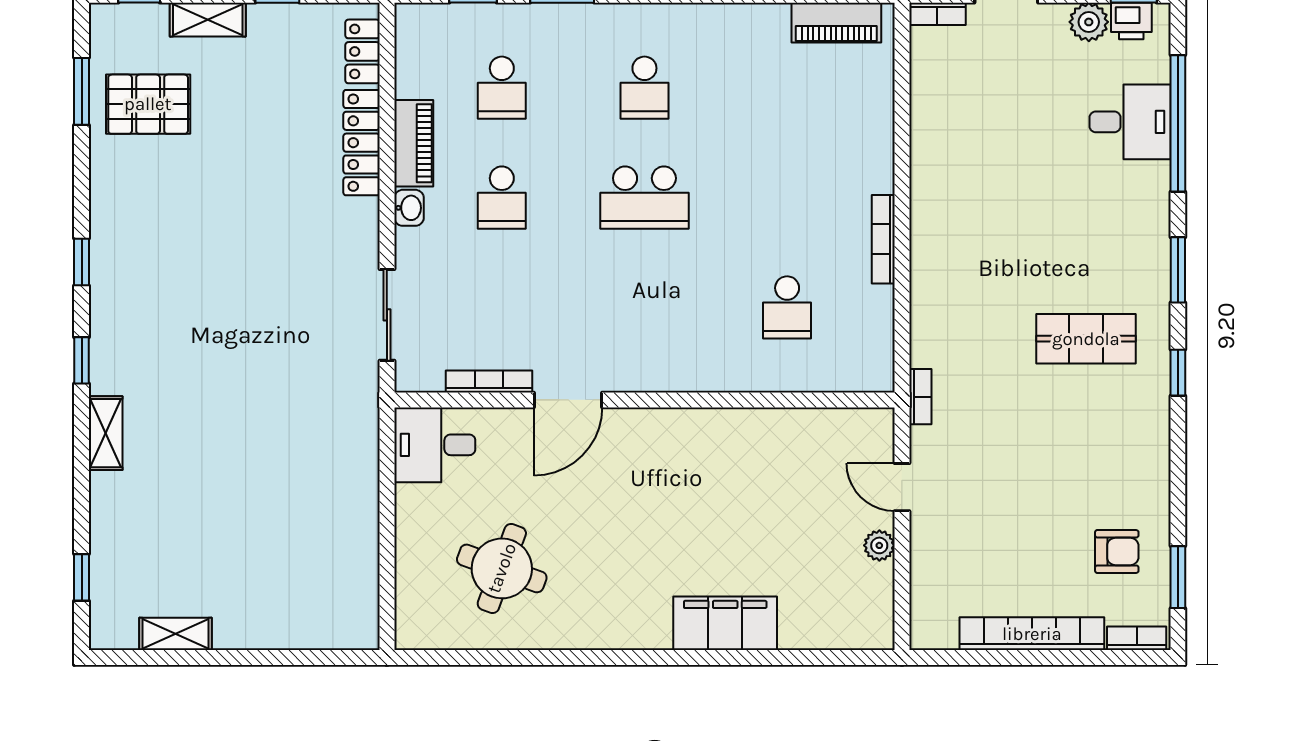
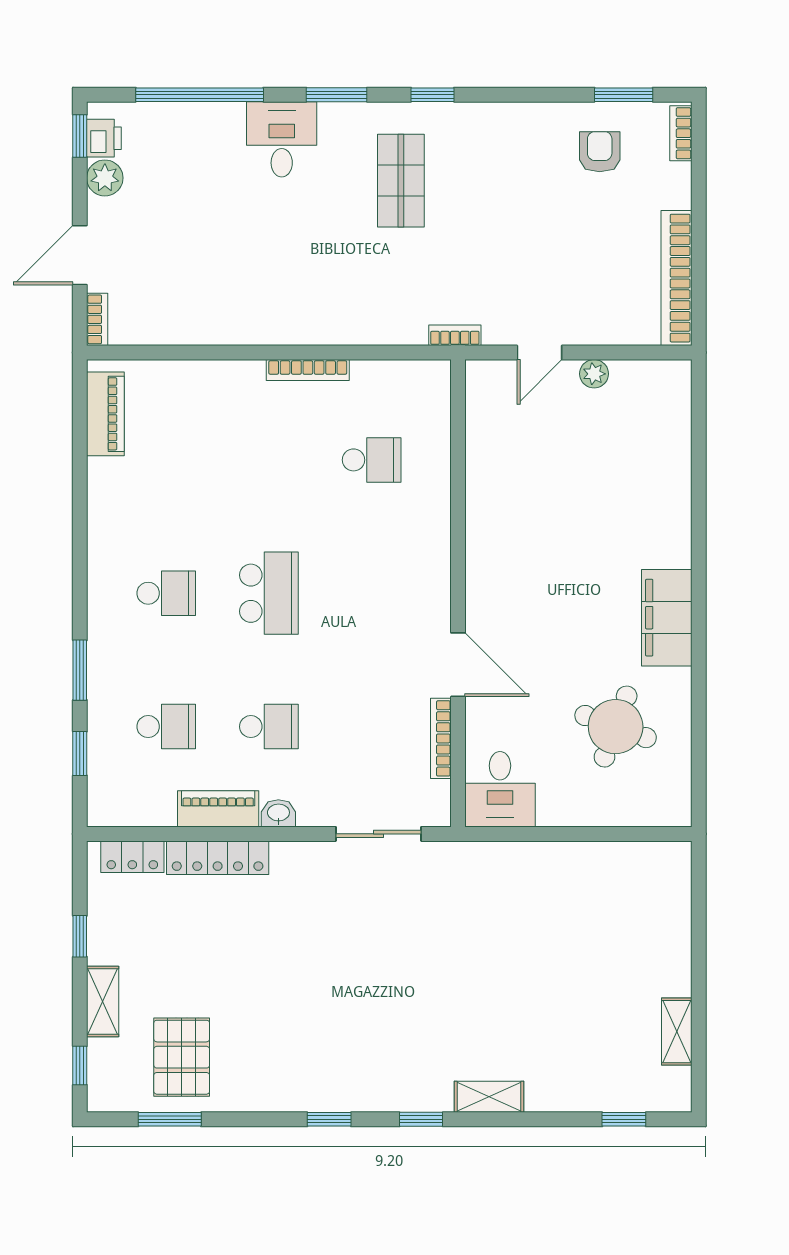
desk: (1130, 122) -> (282, 139), moved
filing cabinet: (725, 623) -> (667, 618), moved
bookcase: (1032, 634) -> (676, 278), moved

